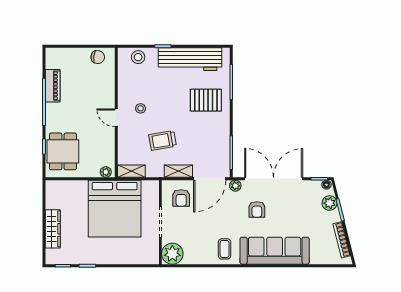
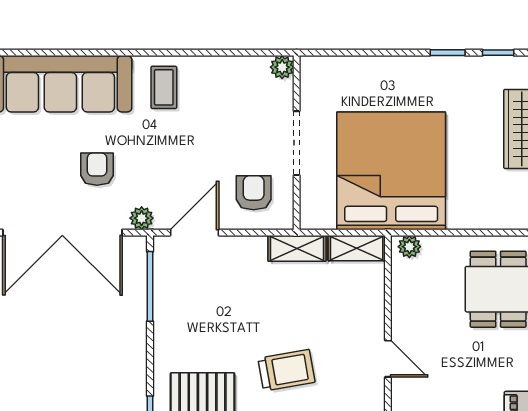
stool: (141, 108) -> (338, 378), removed
trolley: (163, 140) -> (286, 370), moved
shelving: (178, 171) -> (297, 248), moved
door: (210, 179) -> (195, 233), width x0.73
plant: (172, 254) -> (282, 67), width x0.53, depth x0.53

